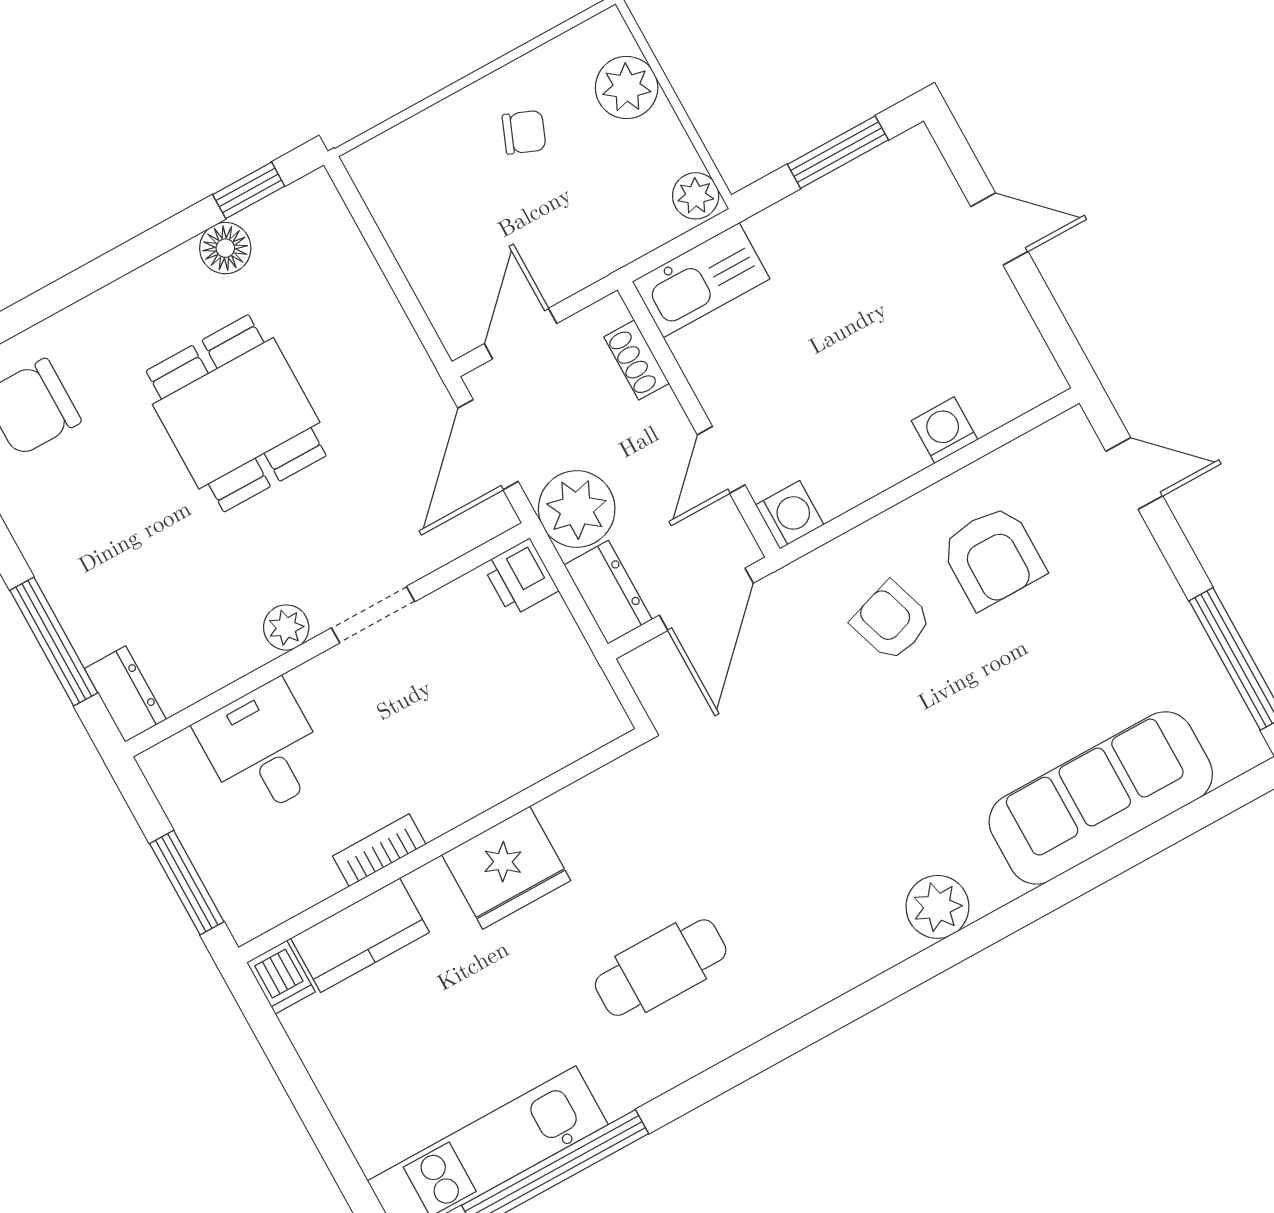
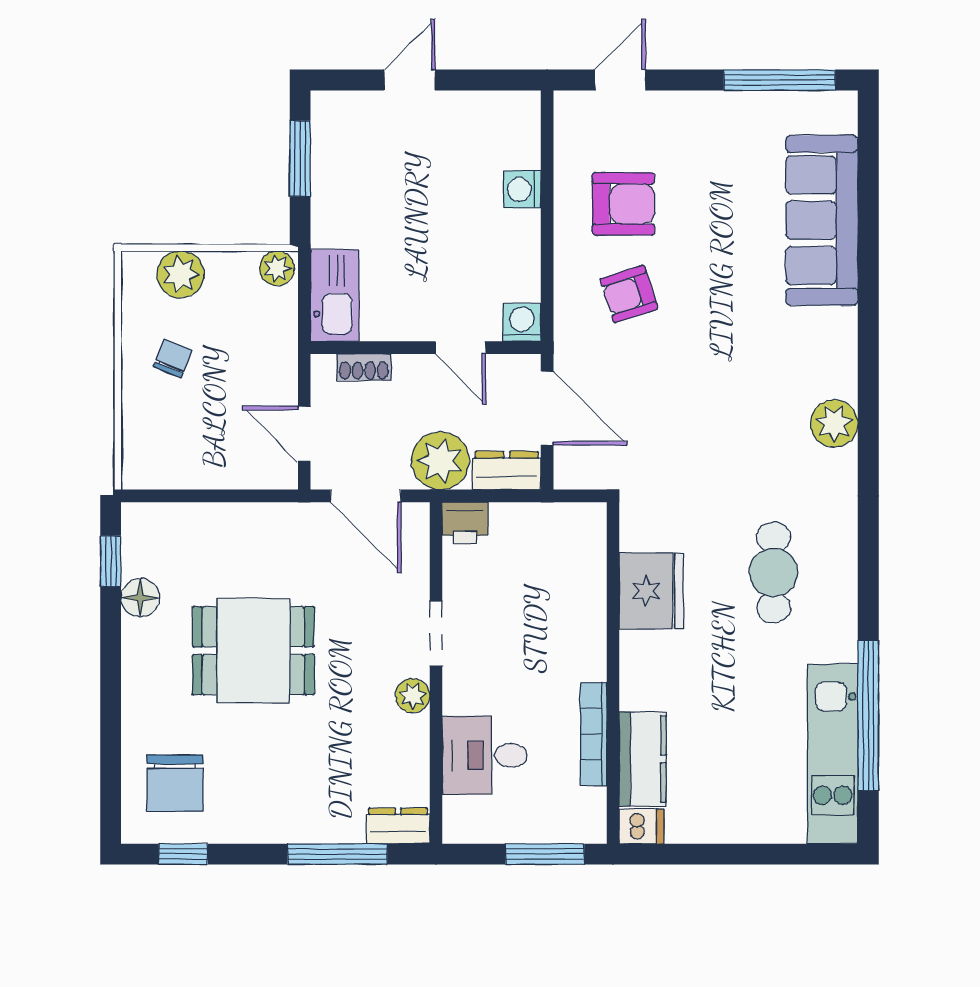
bookcase: (379, 850) -> (594, 734), width x1.56
fridge: (506, 868) -> (651, 591), moved
plant: (937, 907) -> (834, 423), moved

